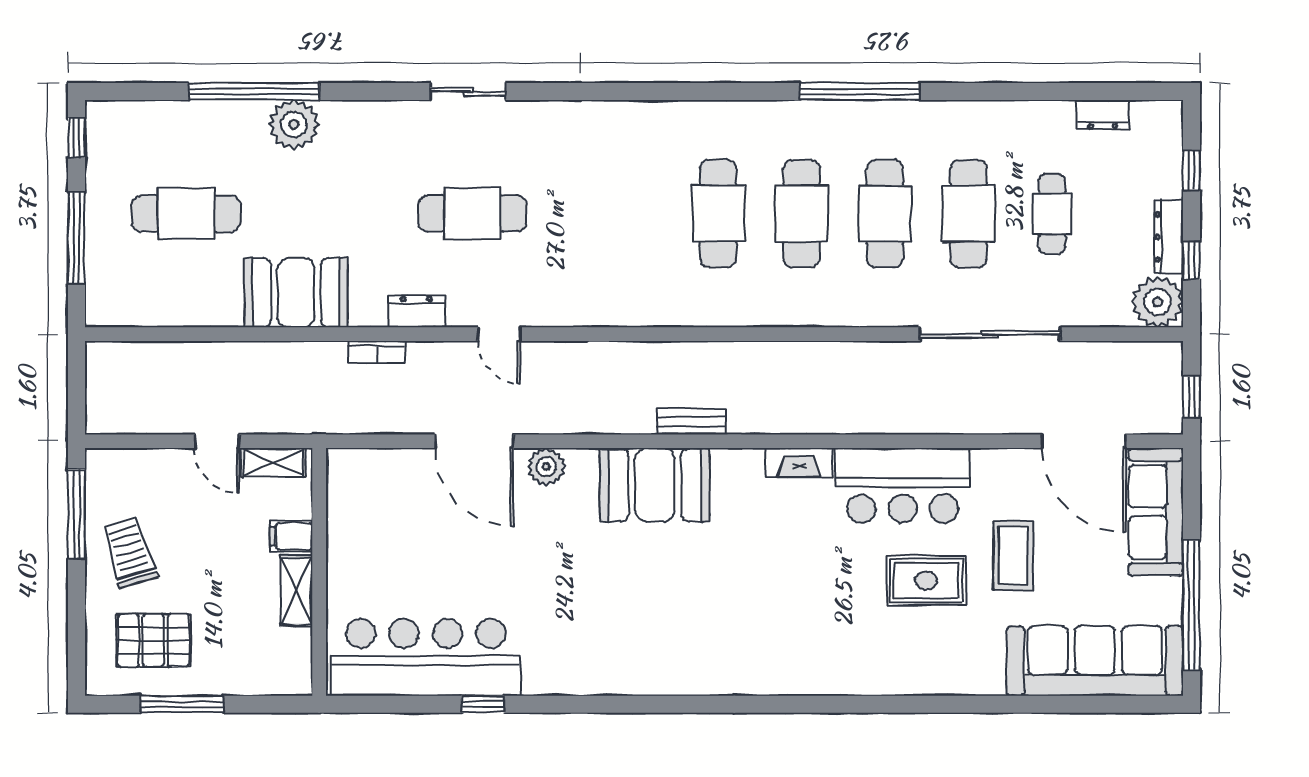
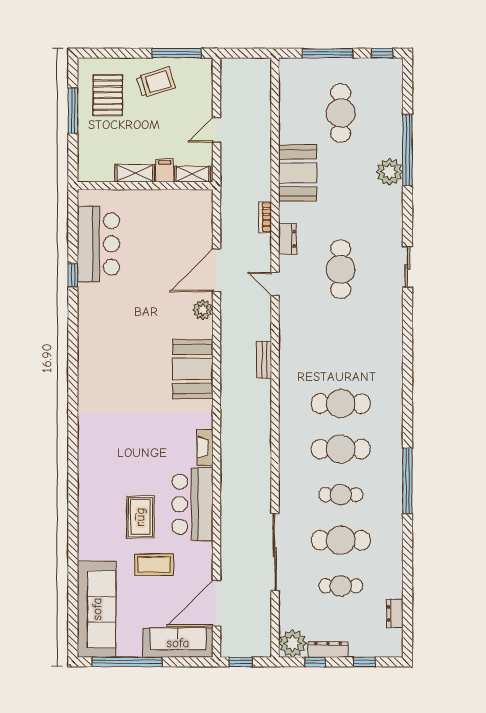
cafe table: (885, 214) -> (341, 495), width x0.73, depth x0.74
door: (499, 334) -> (275, 284), hinge flipped
bench: (691, 422) -> (264, 360), moved
shelving: (273, 463) -> (192, 174), moved, turned 90
bar counter: (426, 657) -> (98, 244), width x0.73

